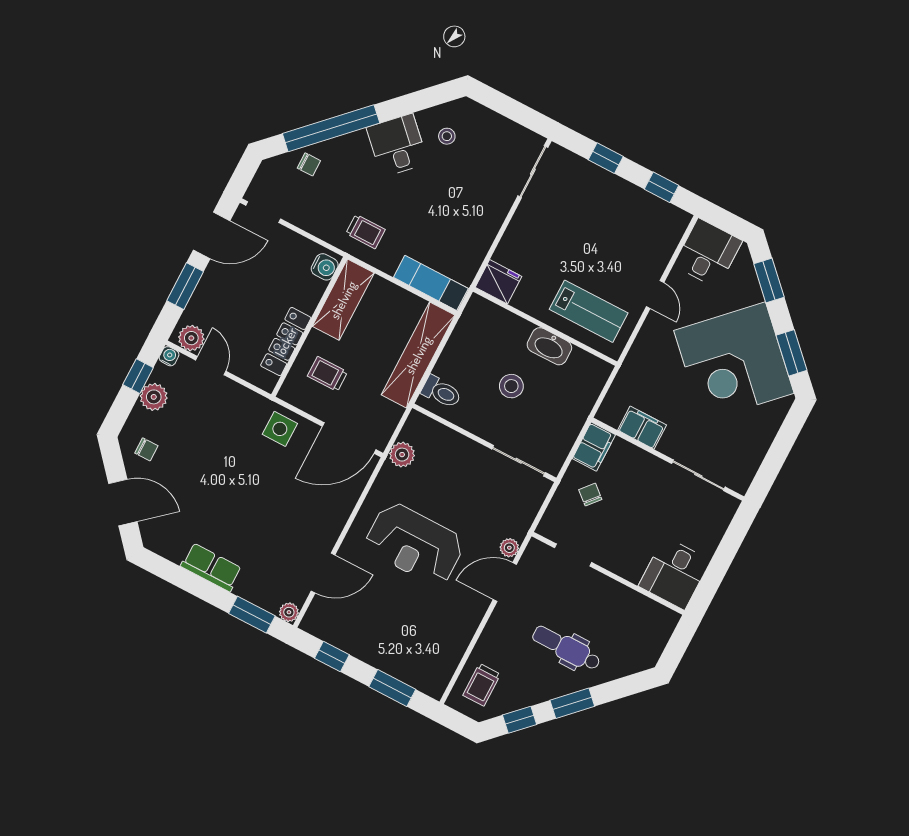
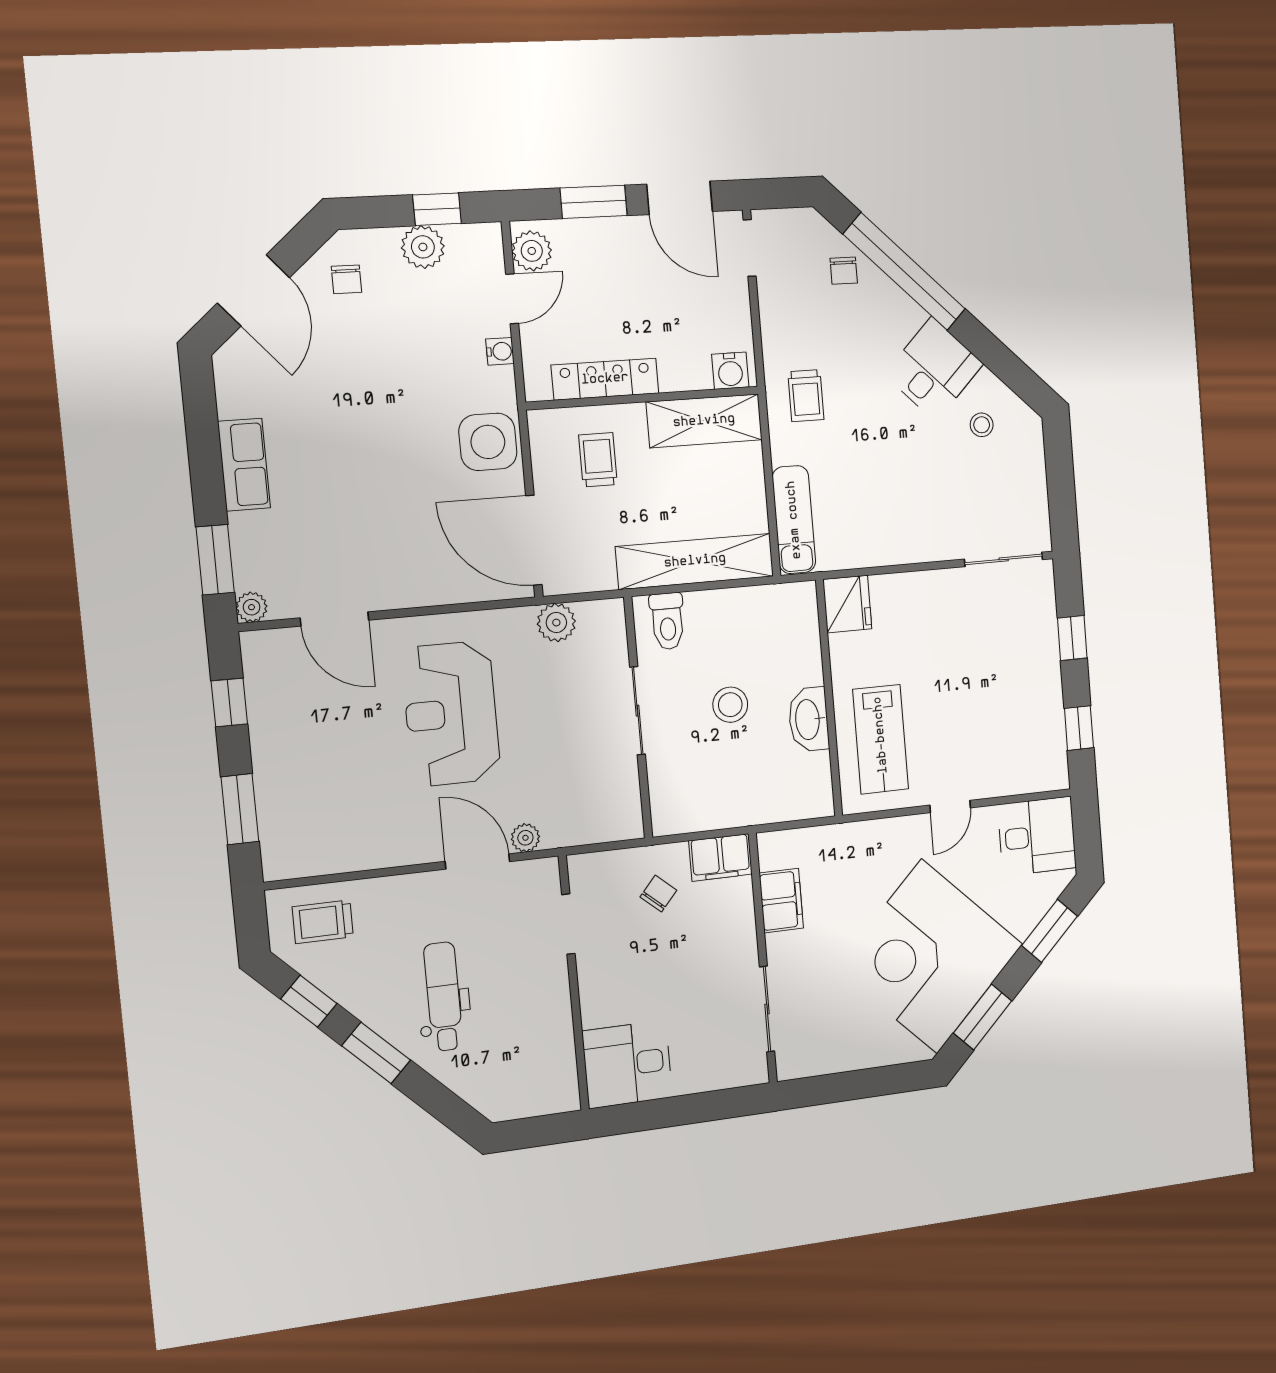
water cooler: (169, 356) -> (500, 351), moved
side table: (280, 429) -> (488, 442), width x1.37, depth x1.37
sliding door: (519, 461) -> (637, 711), moved

